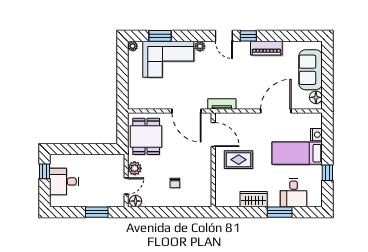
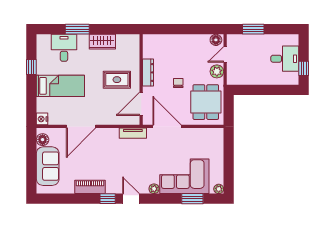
door: (213, 135) -> (141, 104), hinge flipped
nightstand: (316, 135) -> (42, 119), moved
dresser: (206, 167) -> (148, 72), added
chair: (175, 183) -> (178, 83), moved

